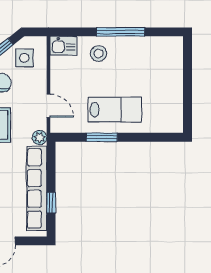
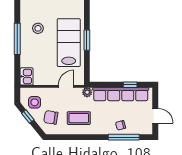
stool: (99, 54) -> (38, 28), moved
lab bench: (115, 110) -> (69, 43), width x1.36, depth x1.39
window: (102, 137) -> (87, 40), moved

